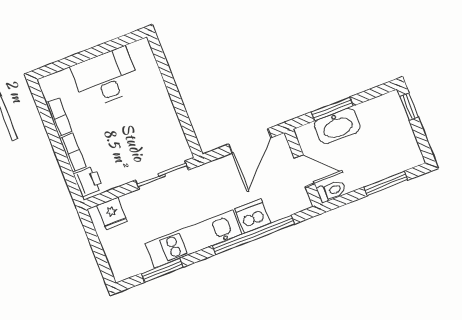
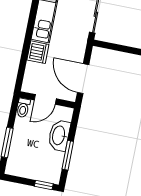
window: (332, 109) -> (68, 155), moved
window: (253, 235) -> (27, 46), removed

